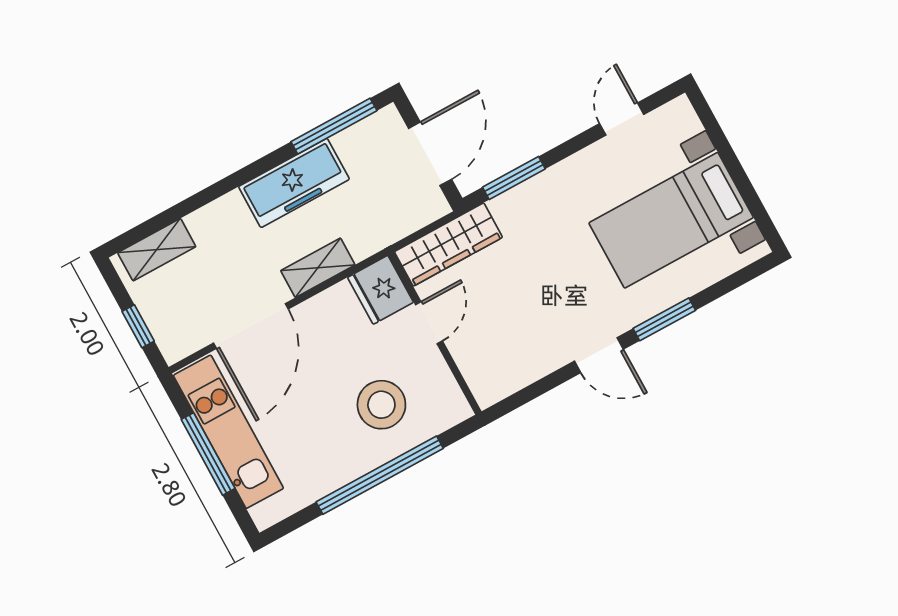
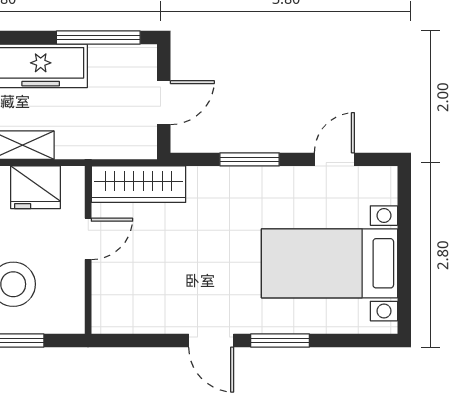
door: (430, 154) -> (164, 103), width x0.73
window: (514, 178) -> (250, 159), moved
fridge: (381, 290) -> (35, 187), moved, turned -90

